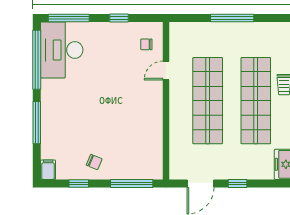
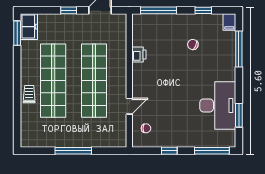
desk: (62, 50) -> (218, 105), moved
window: (37, 60) -> (239, 115), width x0.47
window: (37, 123) -> (239, 49), moved
printer: (155, 131) -> (139, 55), added
chair: (94, 162) -> (193, 45), moved

